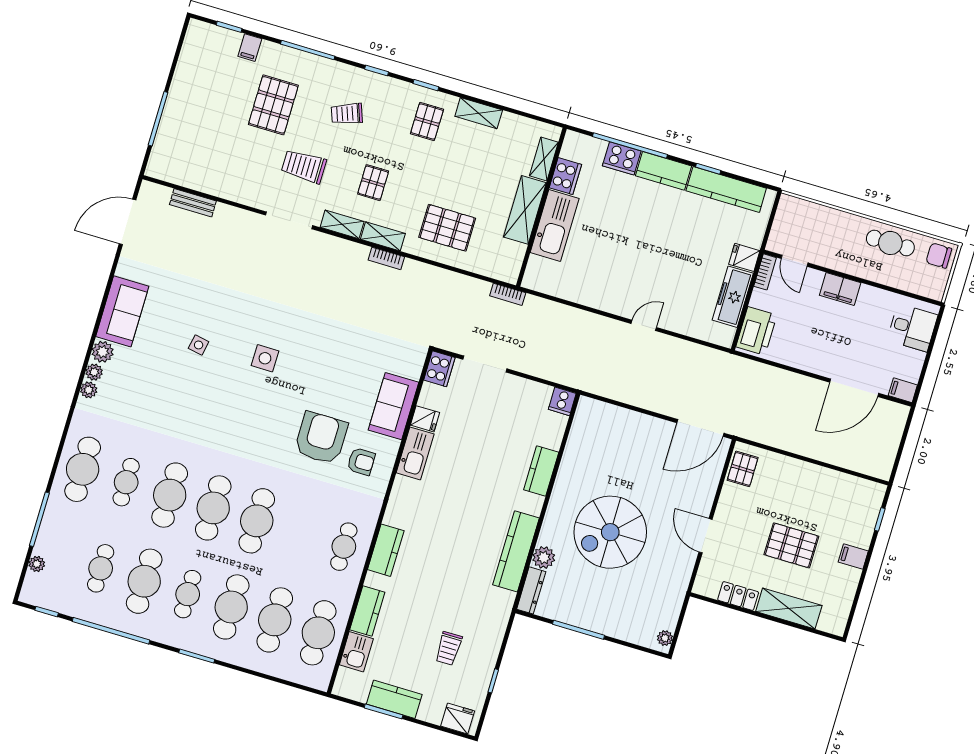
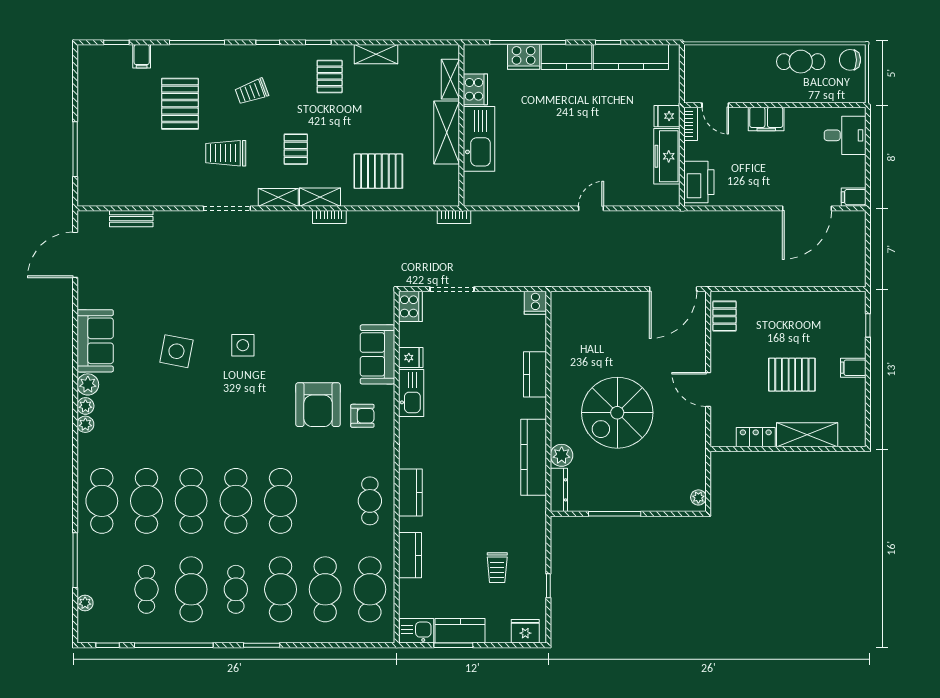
side table: (199, 345) -> (176, 351), width x1.87, depth x1.87
armchair: (321, 438) -> (318, 405), turned 180
cafe table: (126, 482) -> (146, 501), width x1.37, depth x1.35
kitchen sink: (356, 652) -> (416, 631), moved, turned -90

